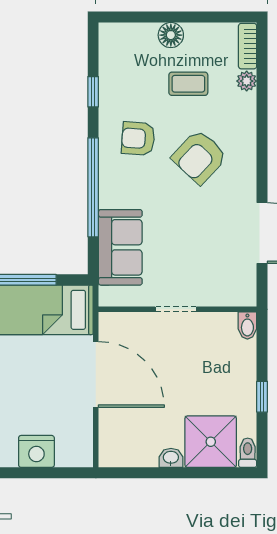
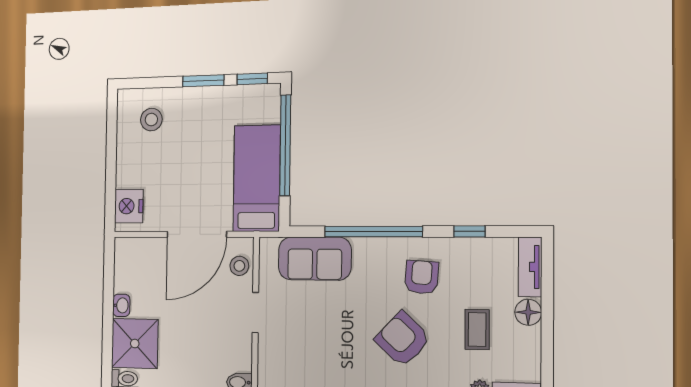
tv unit: (127, 33) -> (530, 267), added
stool: (128, 327) -> (239, 266), added
nightstand: (36, 451) -> (129, 206), moved

